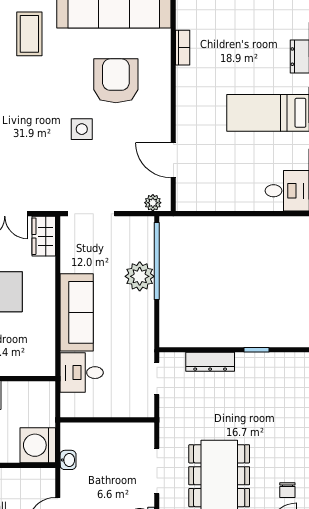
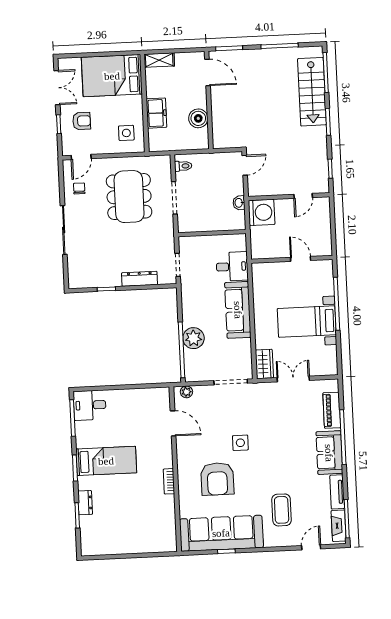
bookcase: (183, 48) -> (169, 481), moved

